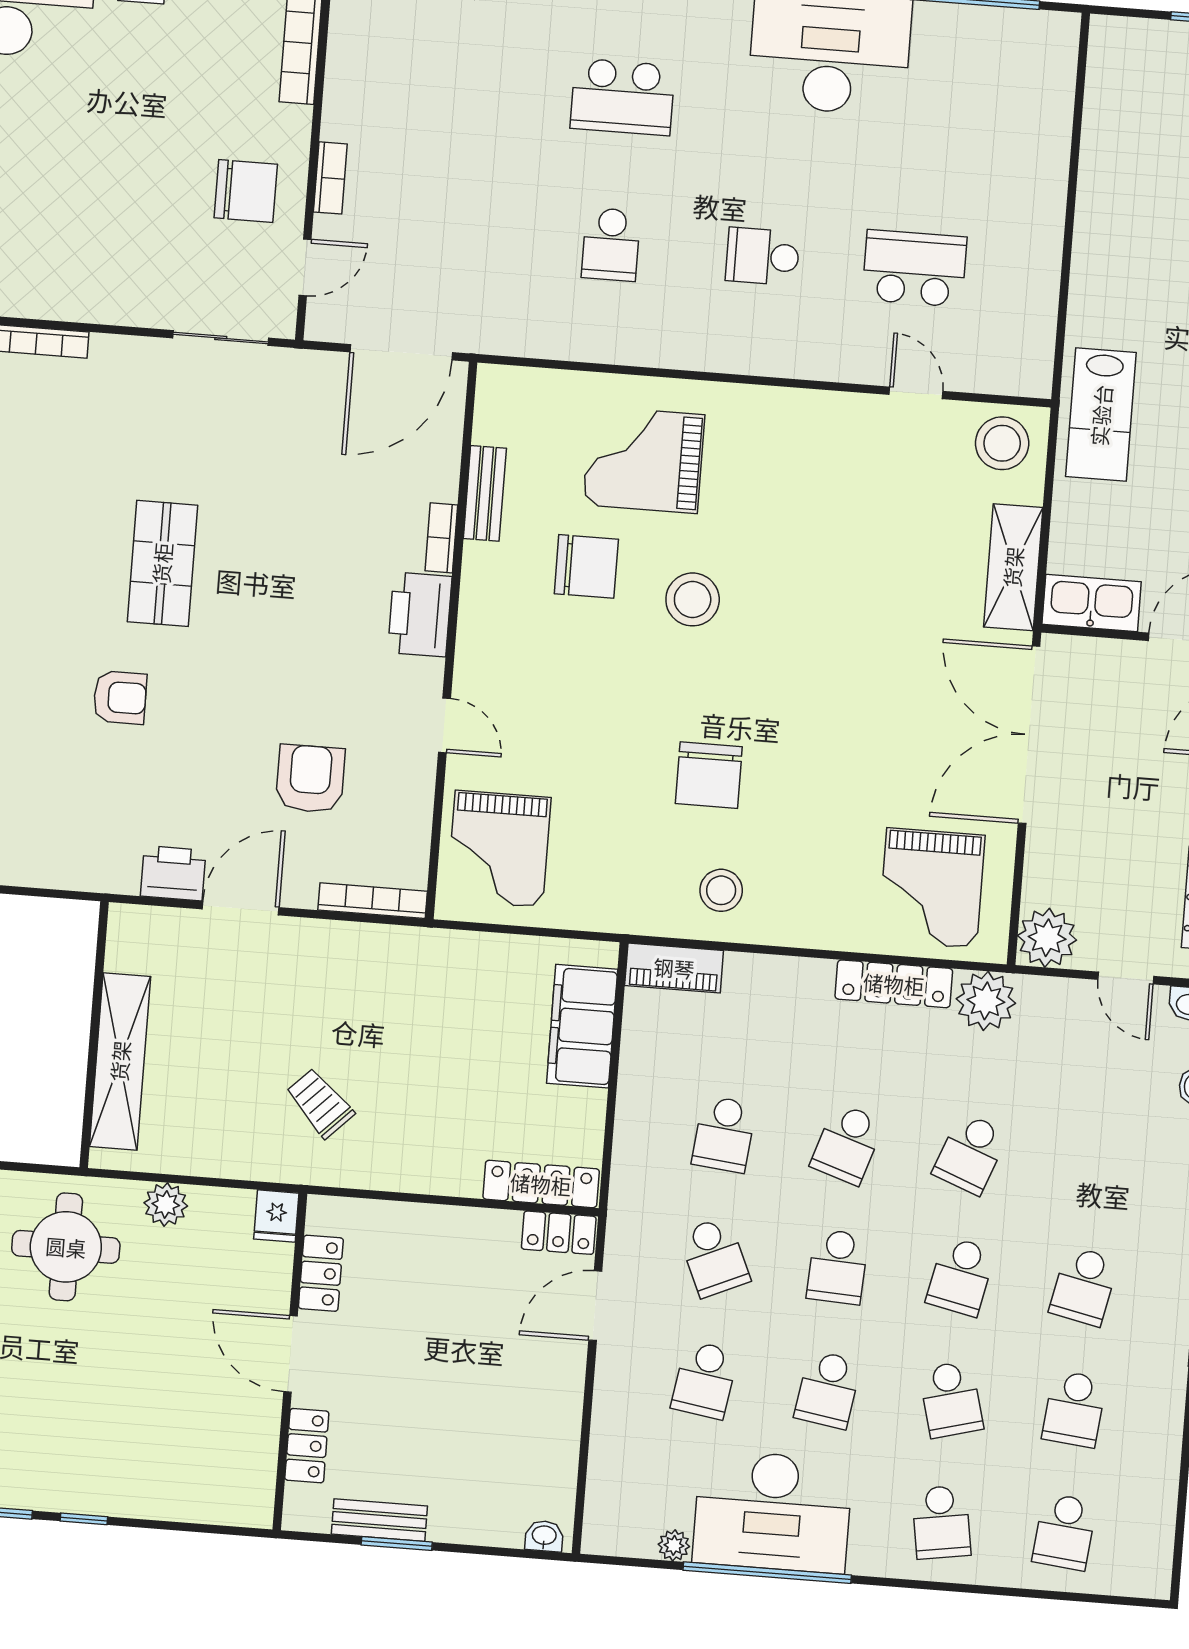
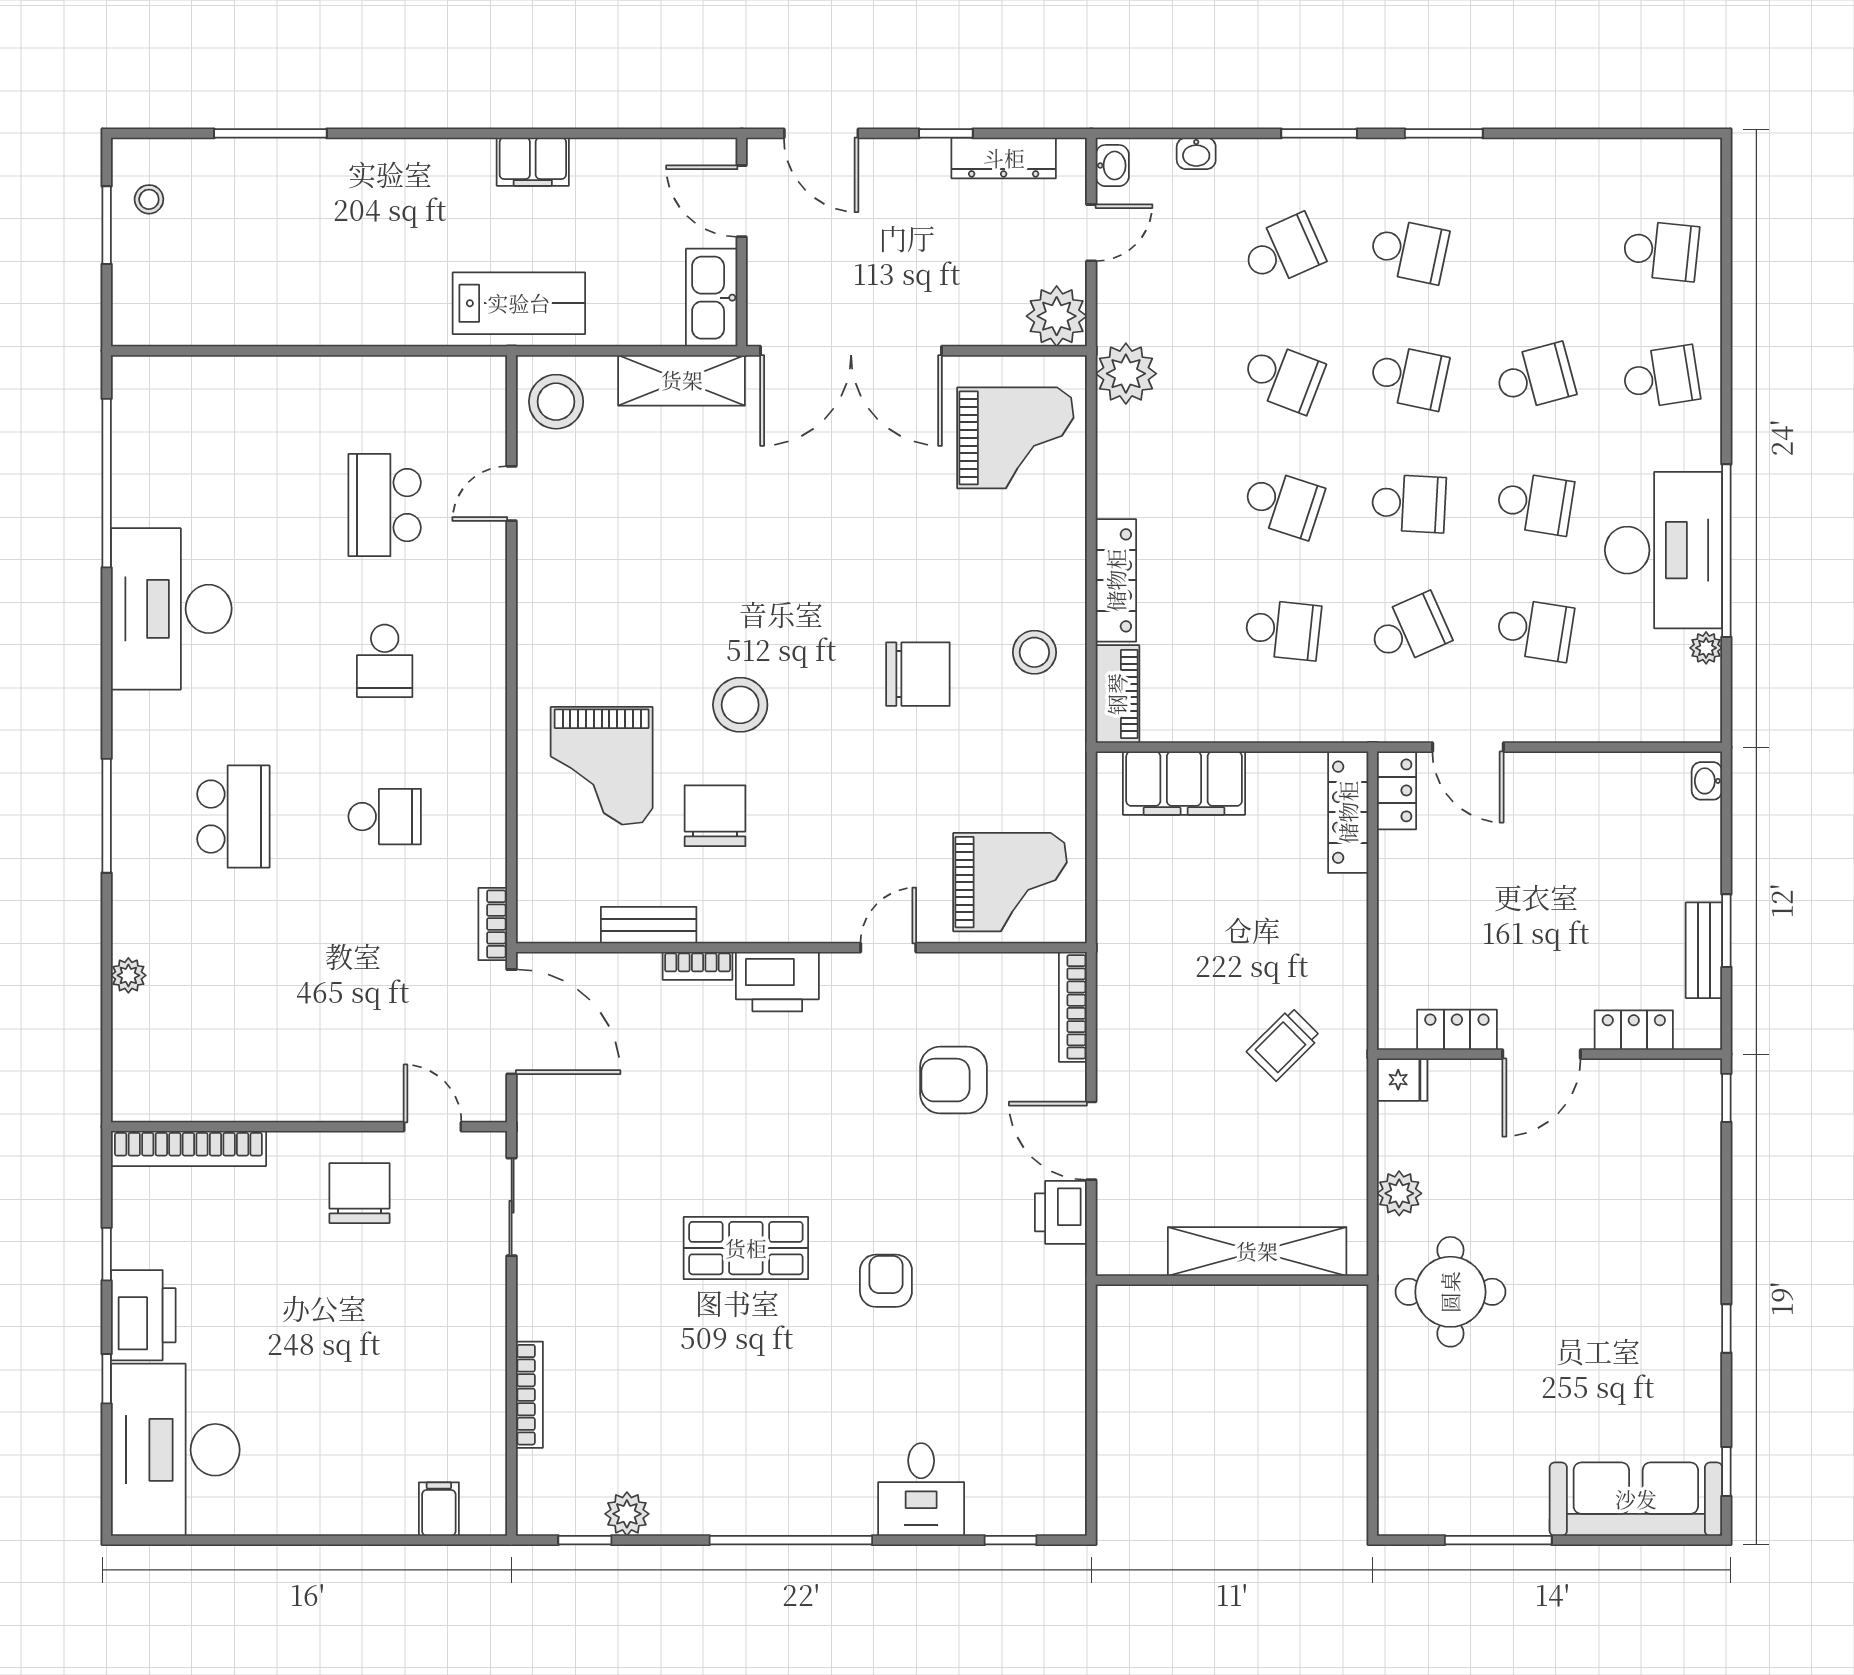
bookcase: (330, 178) -> (493, 924), moved, turned -90
locker: (894, 984) -> (1116, 580), moved
school desk: (1074, 1409) -> (1283, 251), moved, turned -30
window: (84, 1519) -> (1726, 1098), moved

